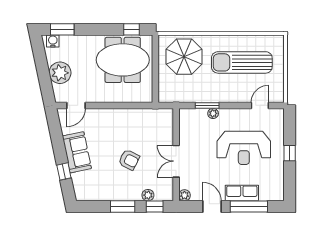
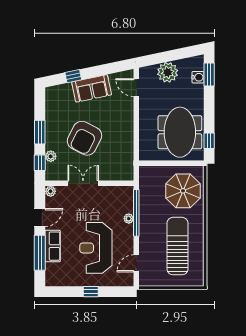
water cooler: (53, 41) -> (198, 77), moved
window: (207, 105) -> (136, 213), width x2.11
door: (260, 105) -> (136, 263), swing flipped
armchair: (129, 160) -> (84, 138), width x1.88, depth x1.88

